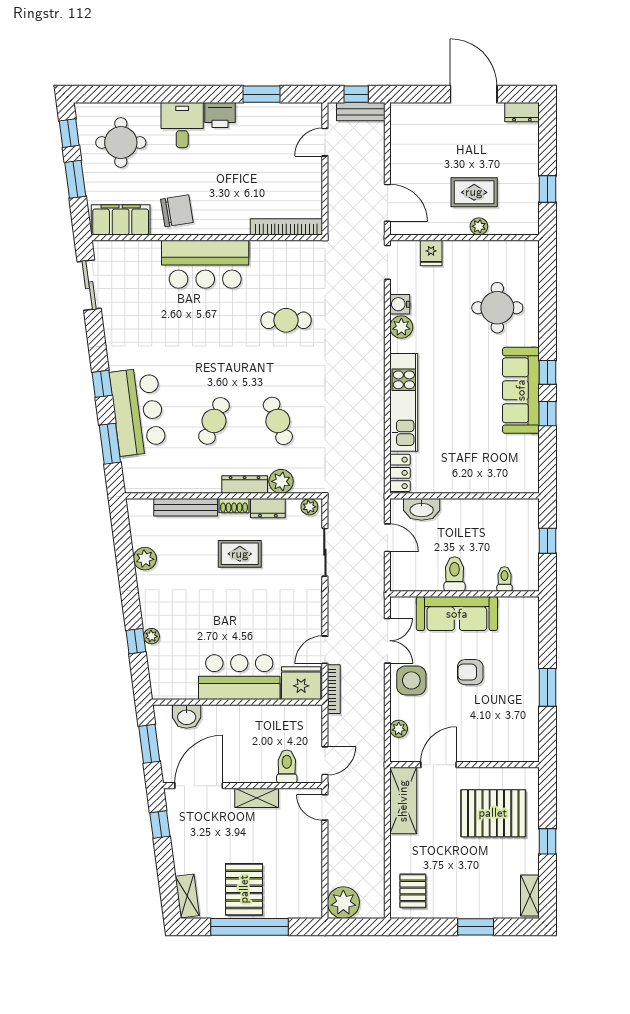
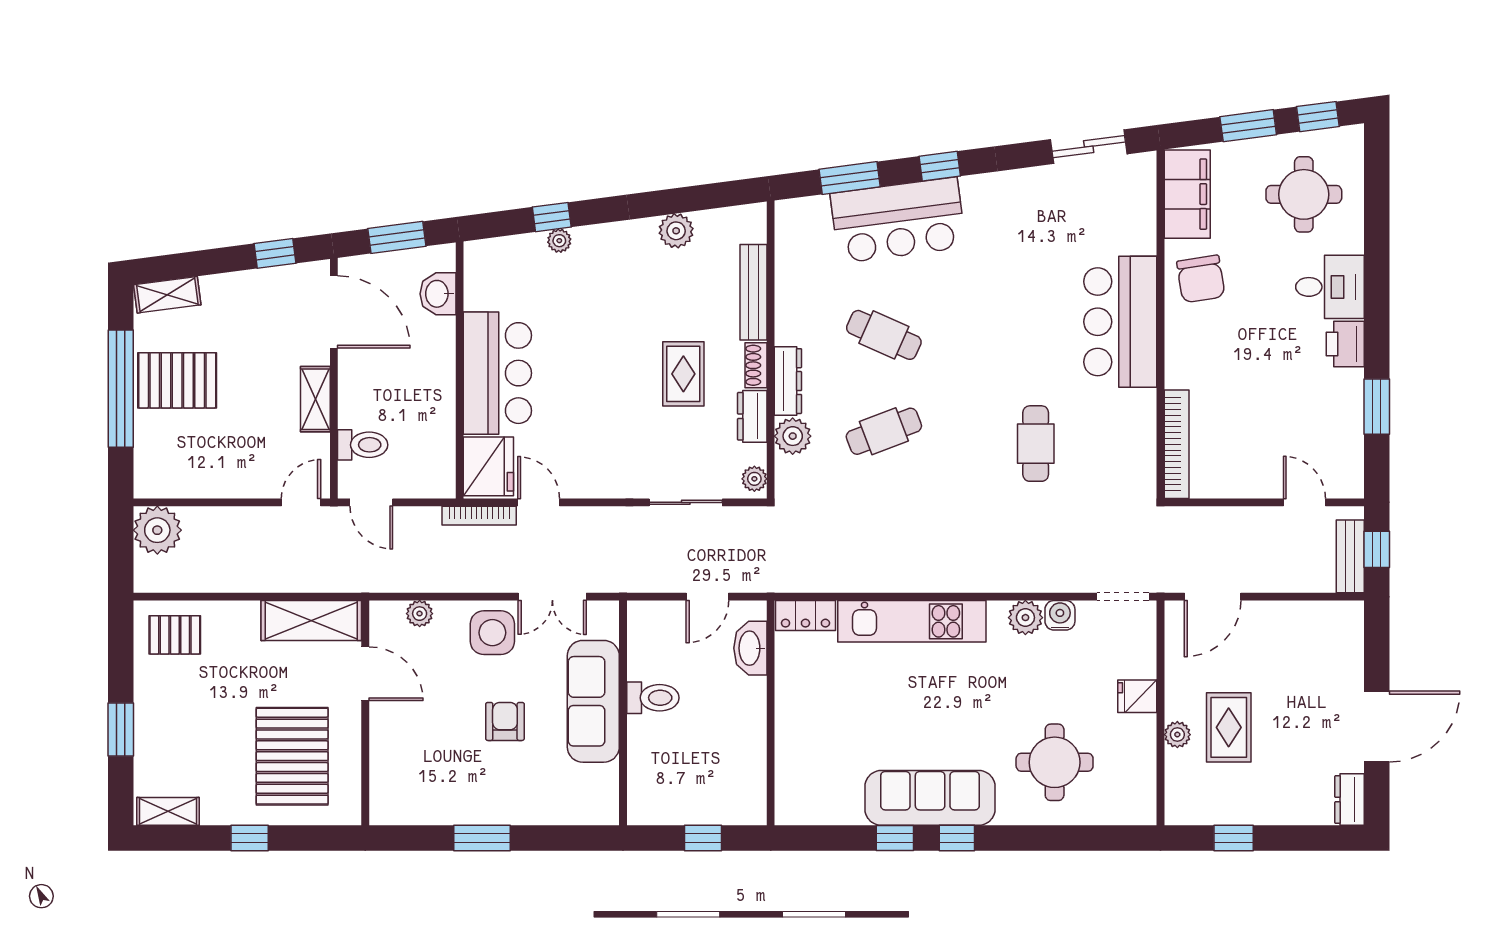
fridge: (431, 253) -> (1137, 696), moved
toilet: (504, 579) -> (645, 773), removed

